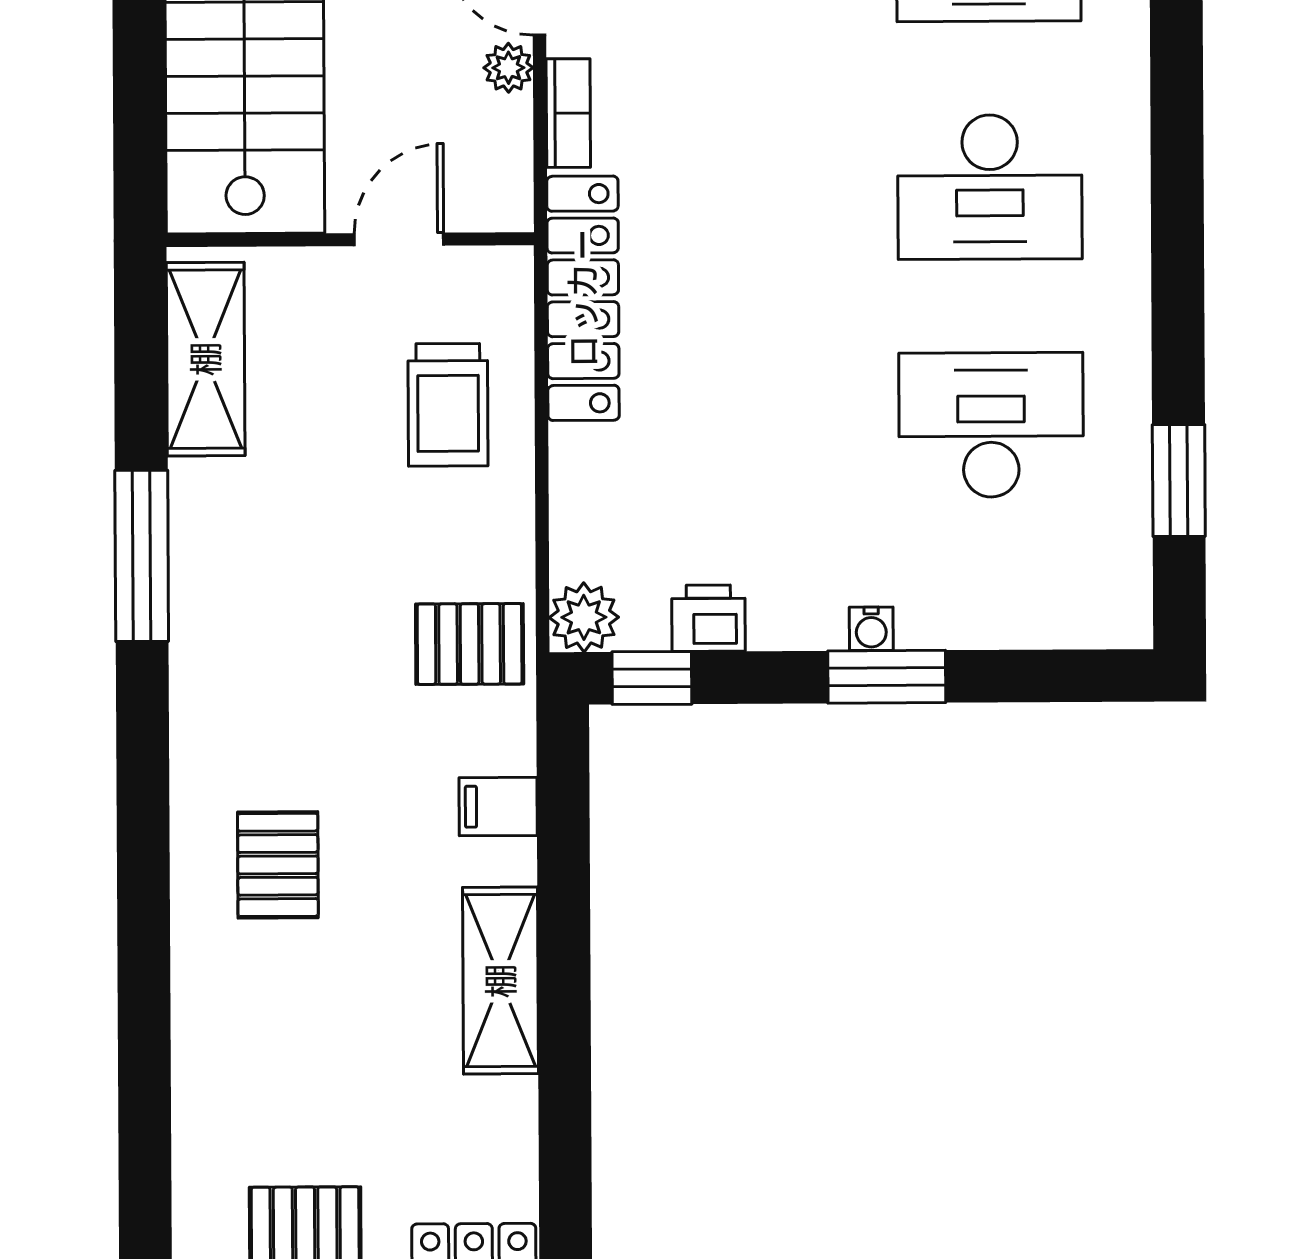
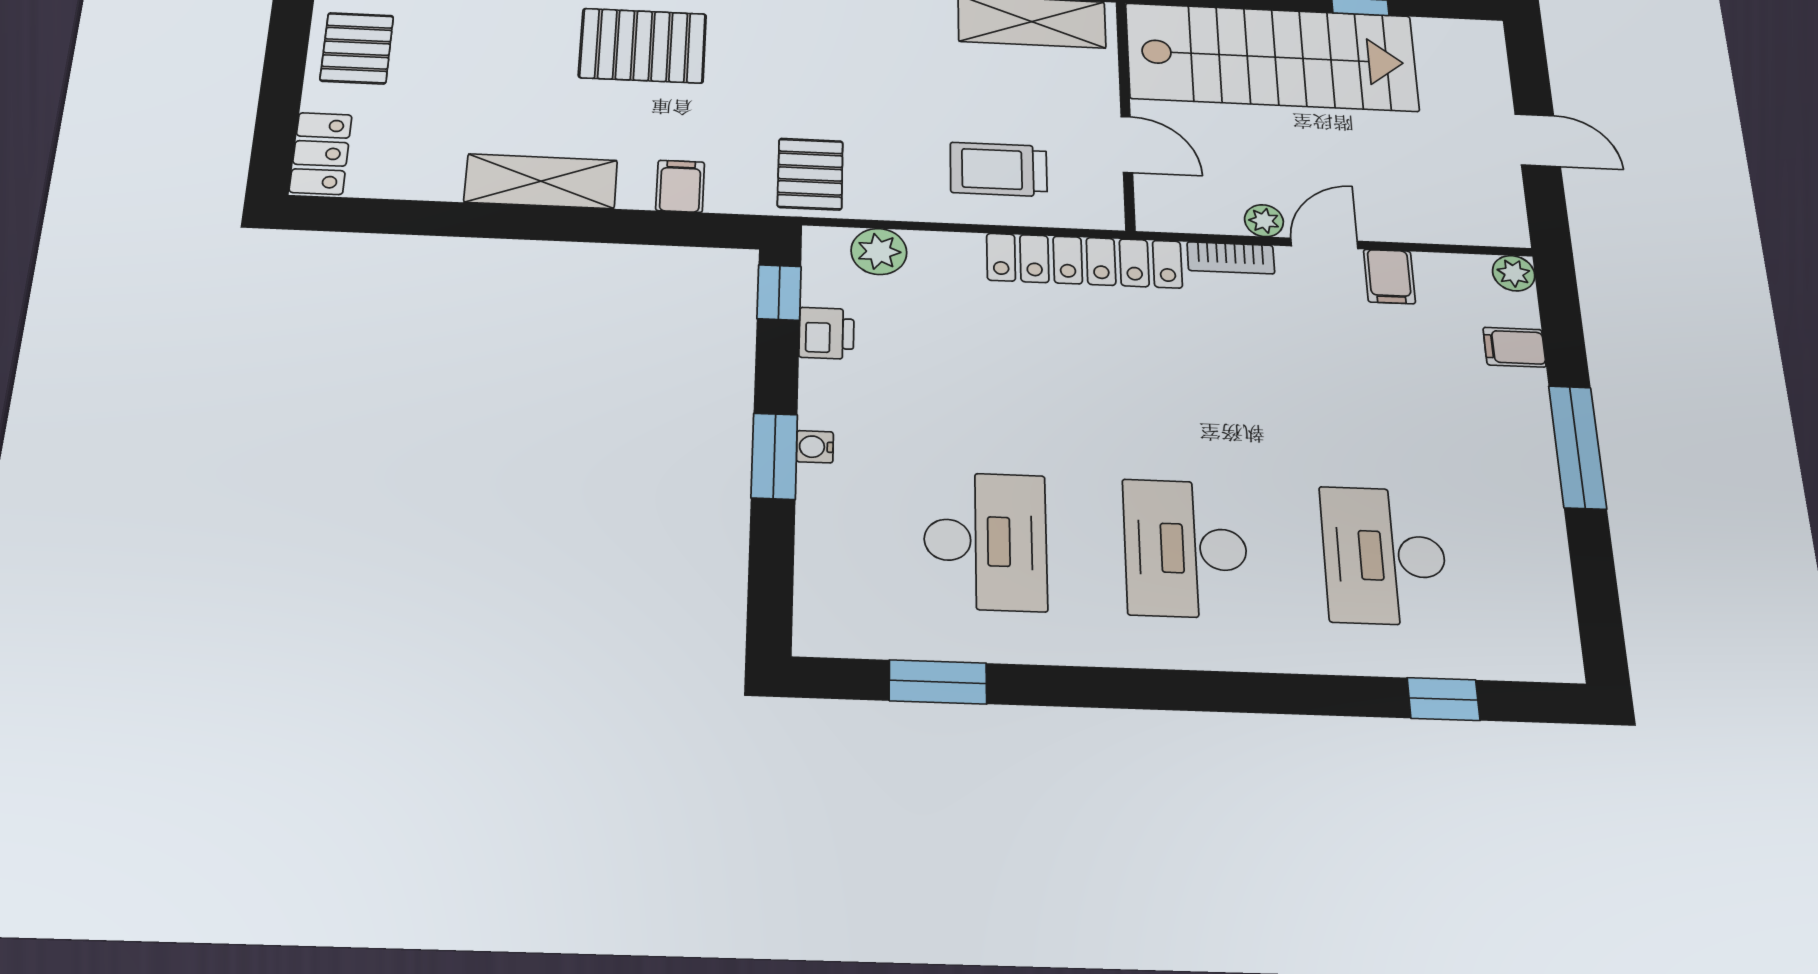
plant: (584, 617) -> (879, 252), moved
pallet: (278, 865) -> (643, 46), width x1.50, depth x1.42

